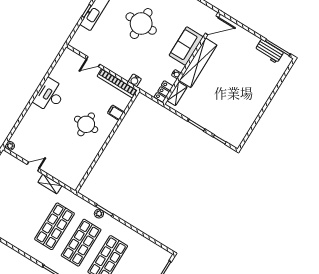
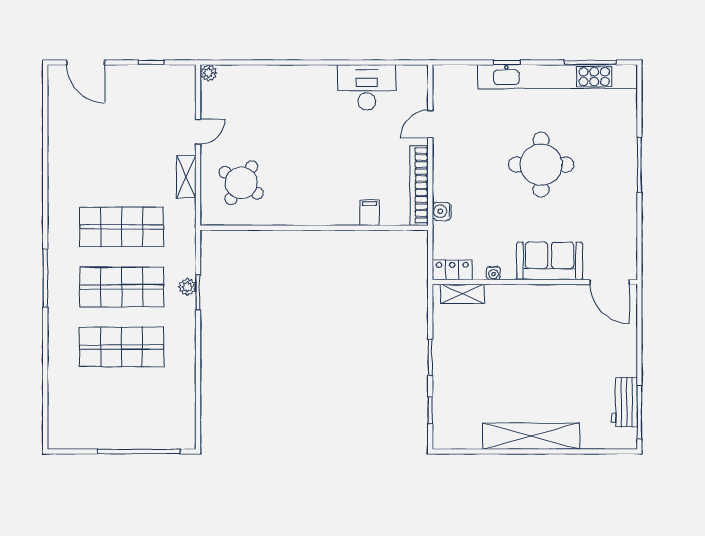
door: (93, 62) -> (430, 124), hinge flipped
shelving: (198, 63) -> (531, 436), moved
desk: (50, 95) -> (367, 87), moved
round table: (86, 124) -> (241, 183), moved, turned 33
door: (33, 166) -> (198, 132), hinge flipped

